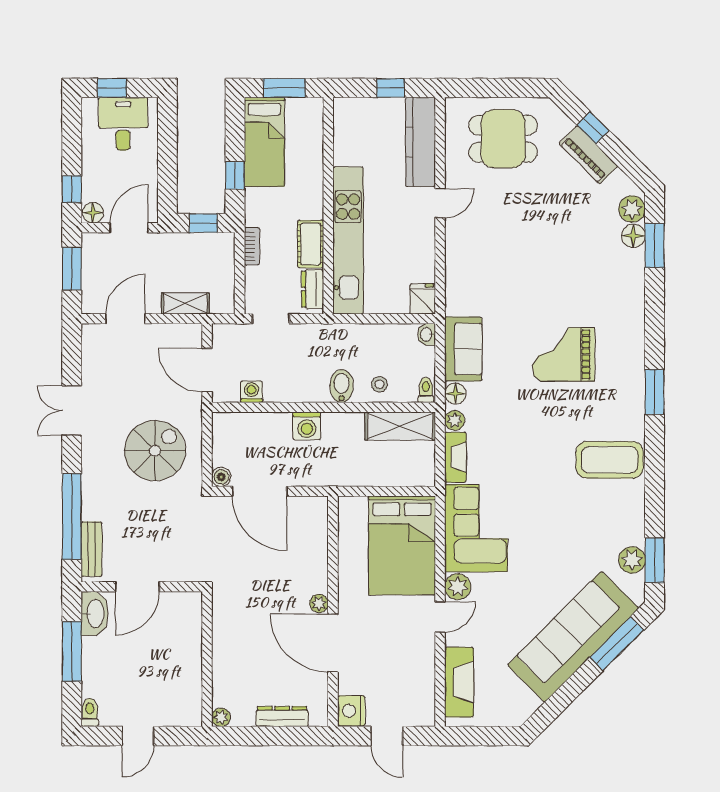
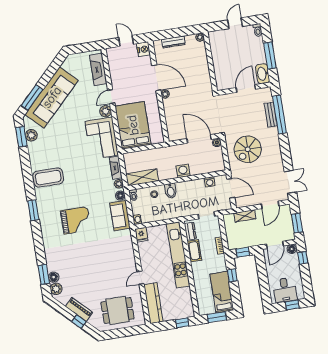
window: (391, 88) -> (182, 323), moved
double door: (72, 411) -> (290, 182), moved
bench: (92, 549) -> (271, 115), moved

